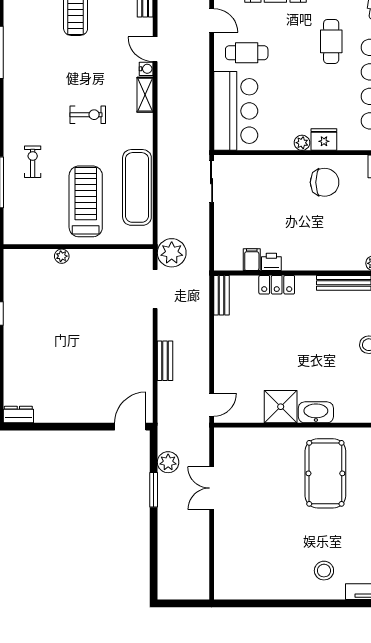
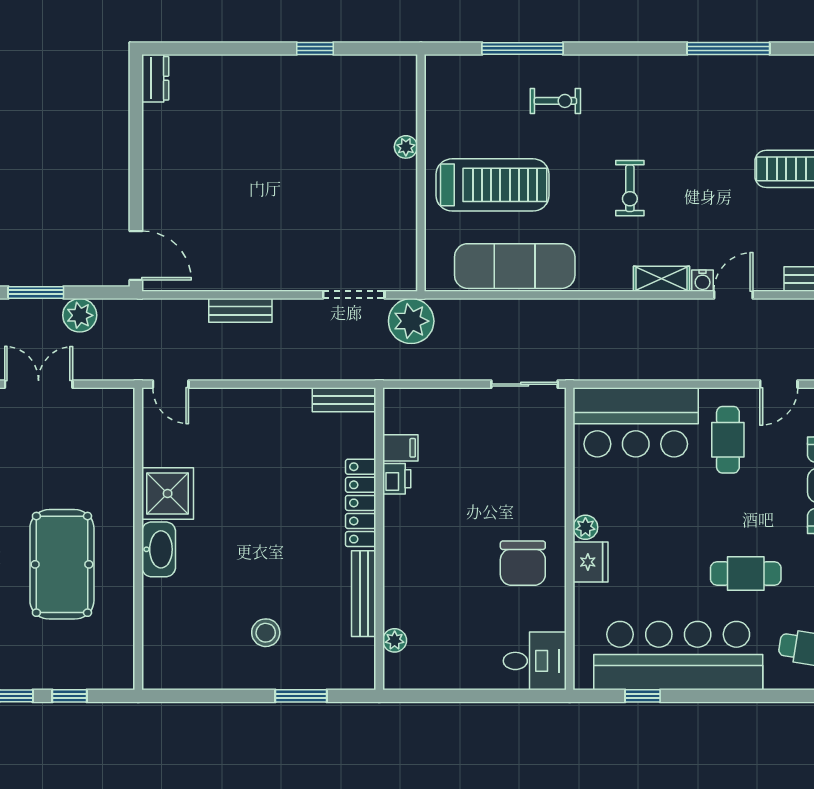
locker: (277, 285) -> (361, 503), width x1.53
pool table: (325, 473) -> (62, 564), turned 90

